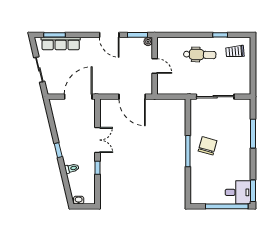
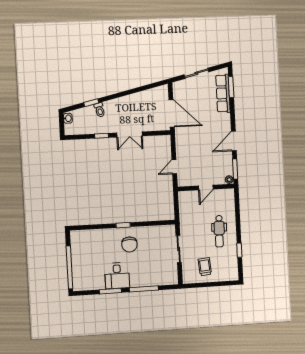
trolley: (235, 51) -> (205, 267), moved
door: (132, 97) -> (174, 167), width x0.53
sliding door: (215, 97) -> (179, 249), width x0.73
chair: (208, 146) -> (129, 244), turned 74
window: (58, 150) -> (91, 103), moved
window: (188, 151) -> (123, 225), width x0.46
window: (253, 191) -> (110, 291), moved
desk: (238, 192) -> (117, 276), moved

